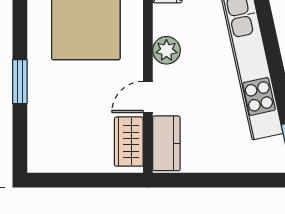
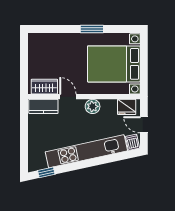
window: (20, 82) -> (92, 29), moved

